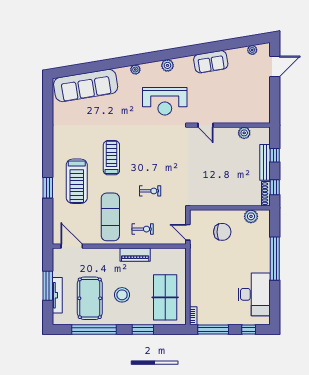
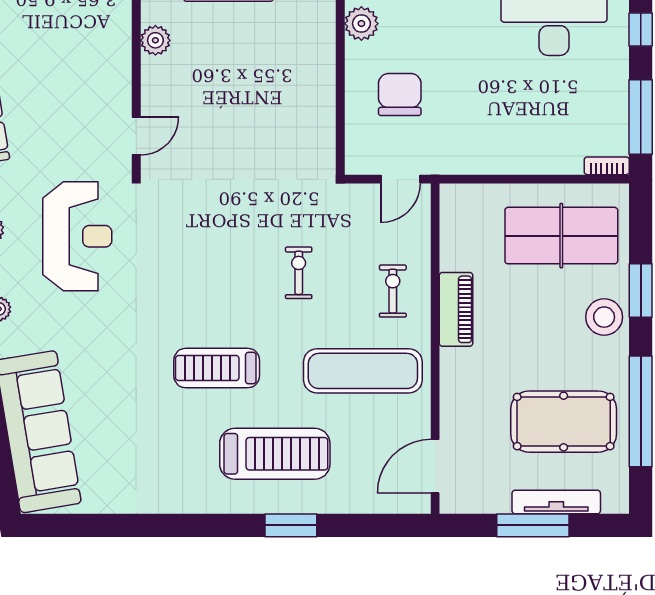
stool: (122, 295) -> (604, 317), moved

